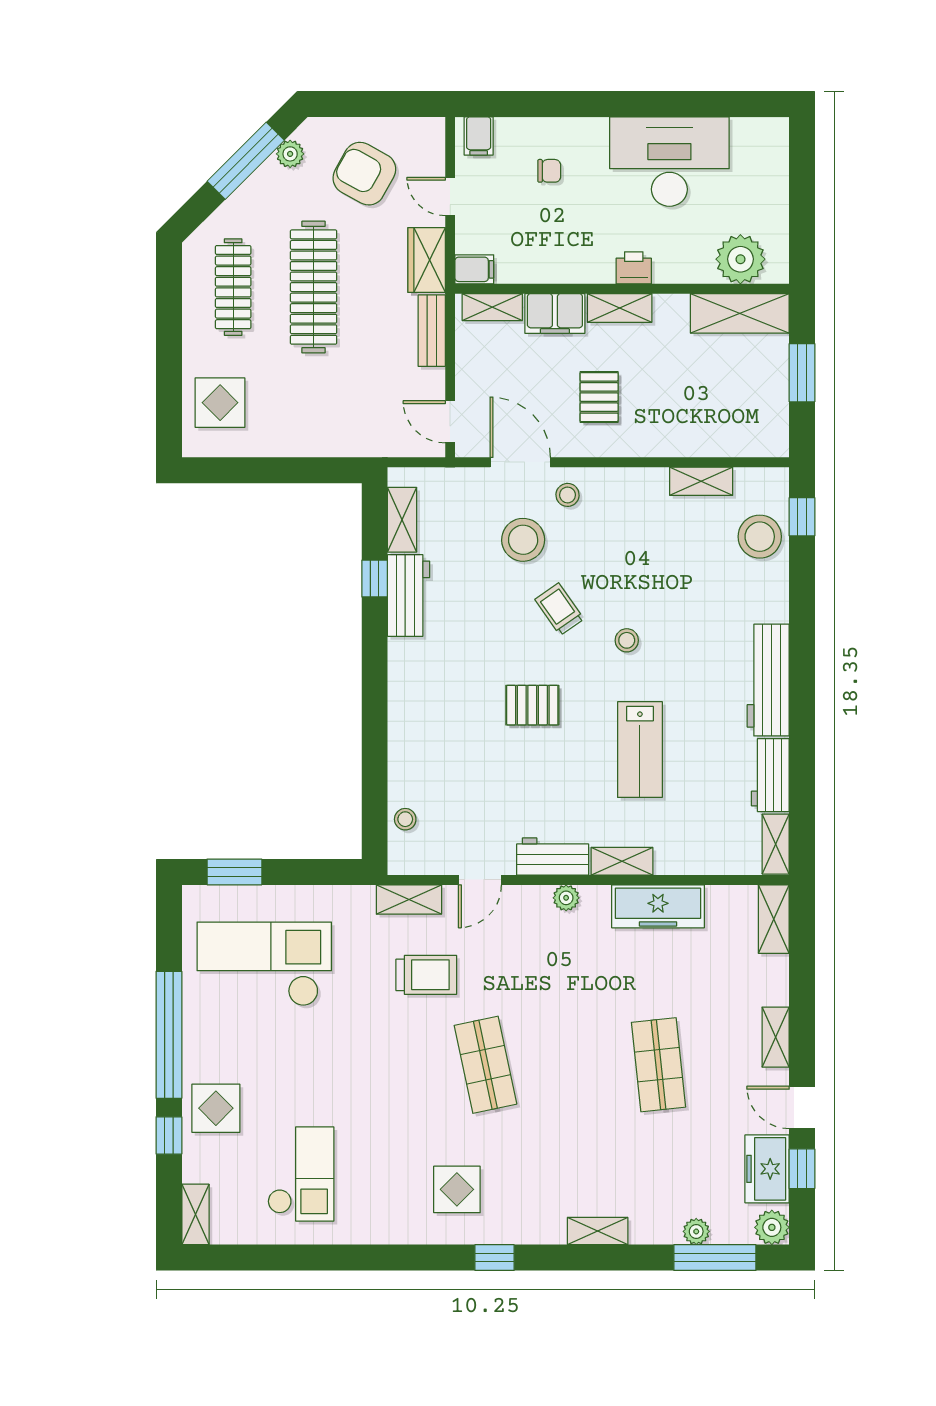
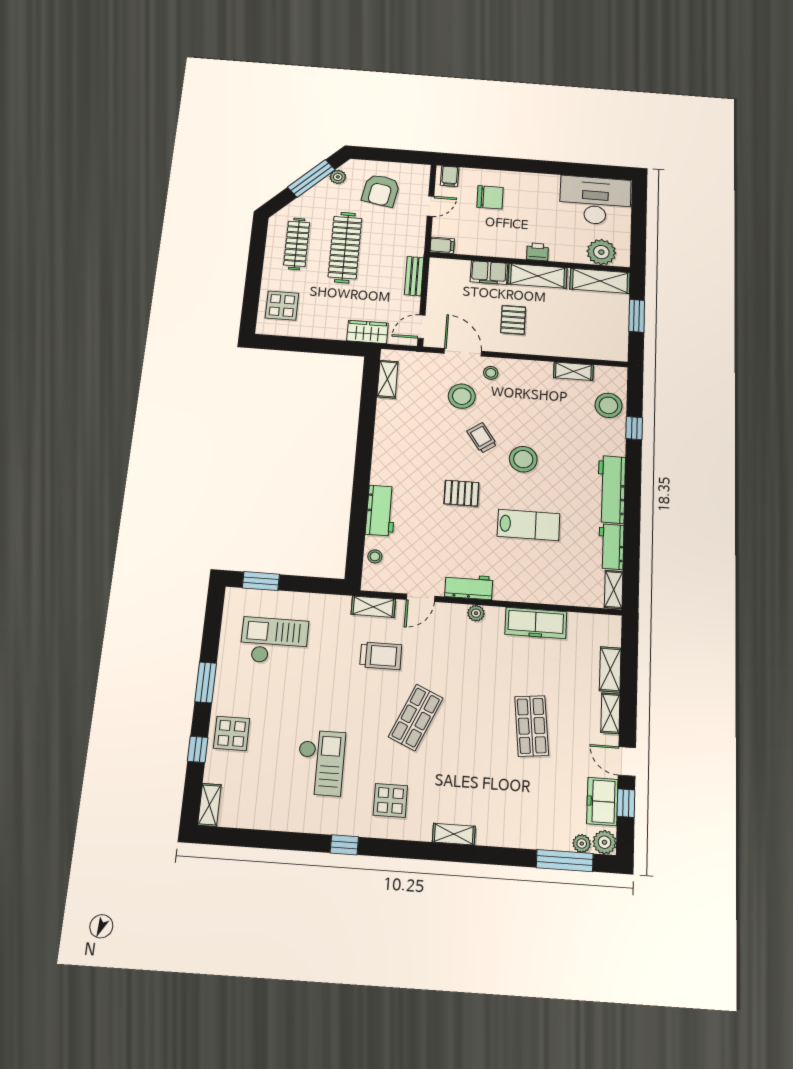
desk: (669, 162) -> (595, 201), moved
chair: (549, 171) -> (490, 197), width x1.87, depth x1.87
armchair: (364, 174) -> (381, 190), turned -109
door: (450, 197) -> (431, 206), swing flipped
wardrobe: (427, 260) -> (367, 332), moved, turned 90
shelving: (492, 307) -> (451, 266), removed
shelving: (620, 308) -> (538, 276), width x1.50, depth x1.33
door: (450, 422) -> (421, 327), hinge flipped
window: (802, 517) -> (634, 428), moved
window: (375, 579) -> (368, 412), removed
workbench: (409, 595) -> (381, 511), moved
stool: (627, 640) -> (523, 459), width x1.89, depth x1.89
lab bench: (640, 750) -> (528, 525), turned -90
shelving: (622, 861) -> (514, 593), removed
shelving: (774, 919) -> (610, 669), moved
checkout: (264, 964) -> (274, 641), width x0.73, depth x0.83
window: (169, 1035) -> (206, 682), width x0.47
shop shelf: (485, 1065) -> (416, 717), turned 36
checkout: (301, 1174) -> (321, 763), moved
shelving: (598, 1231) -> (454, 834), moved
plant: (696, 1231) -> (582, 844), moved
window: (495, 1258) -> (344, 845), moved

